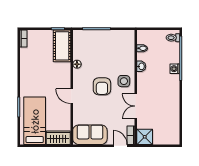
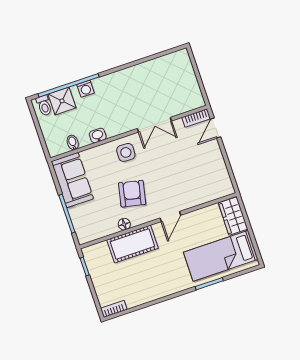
cot: (62, 46) -> (132, 244), moved
armchair: (102, 86) -> (132, 194), moved, turned -78
sofa: (90, 135) -> (72, 180), moved, turned 180
shower: (145, 137) -> (62, 101), moved

